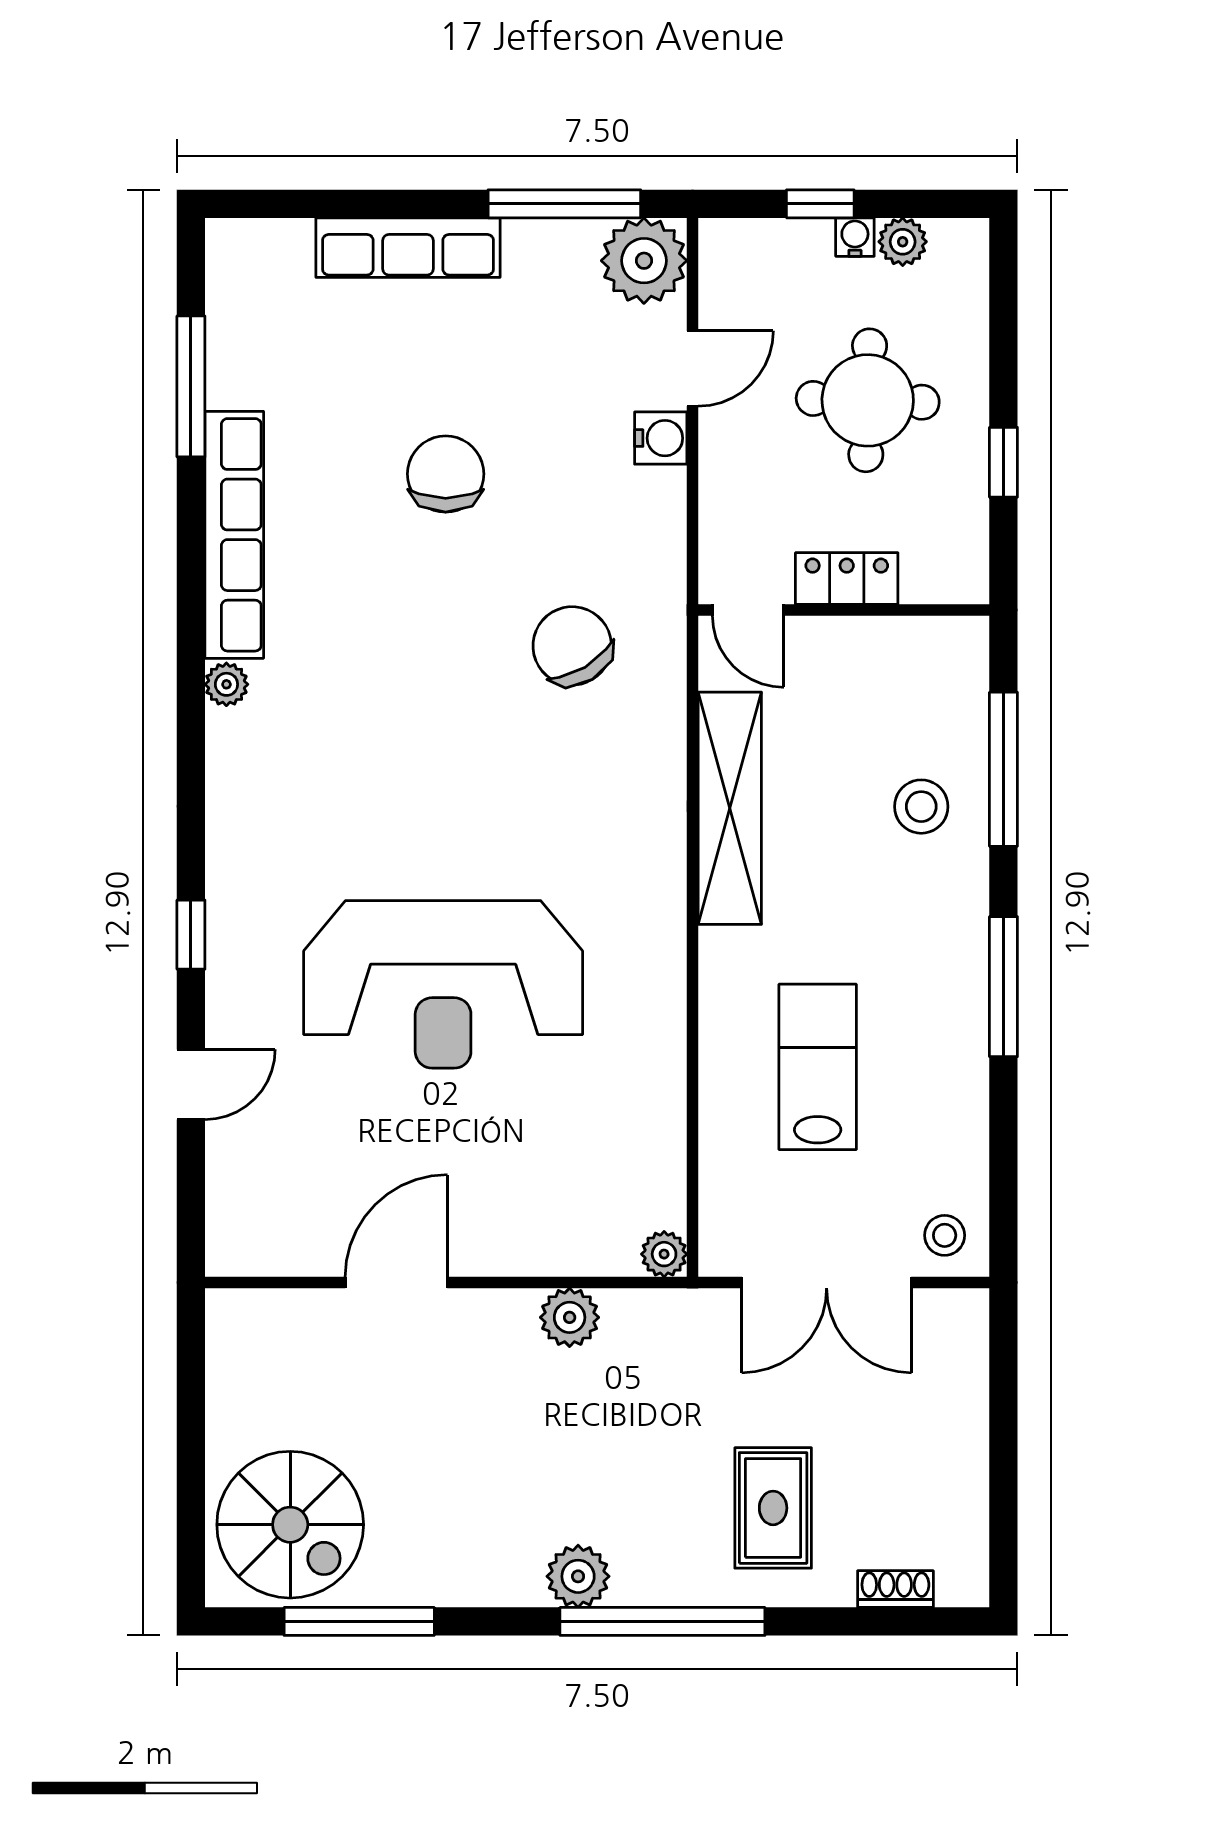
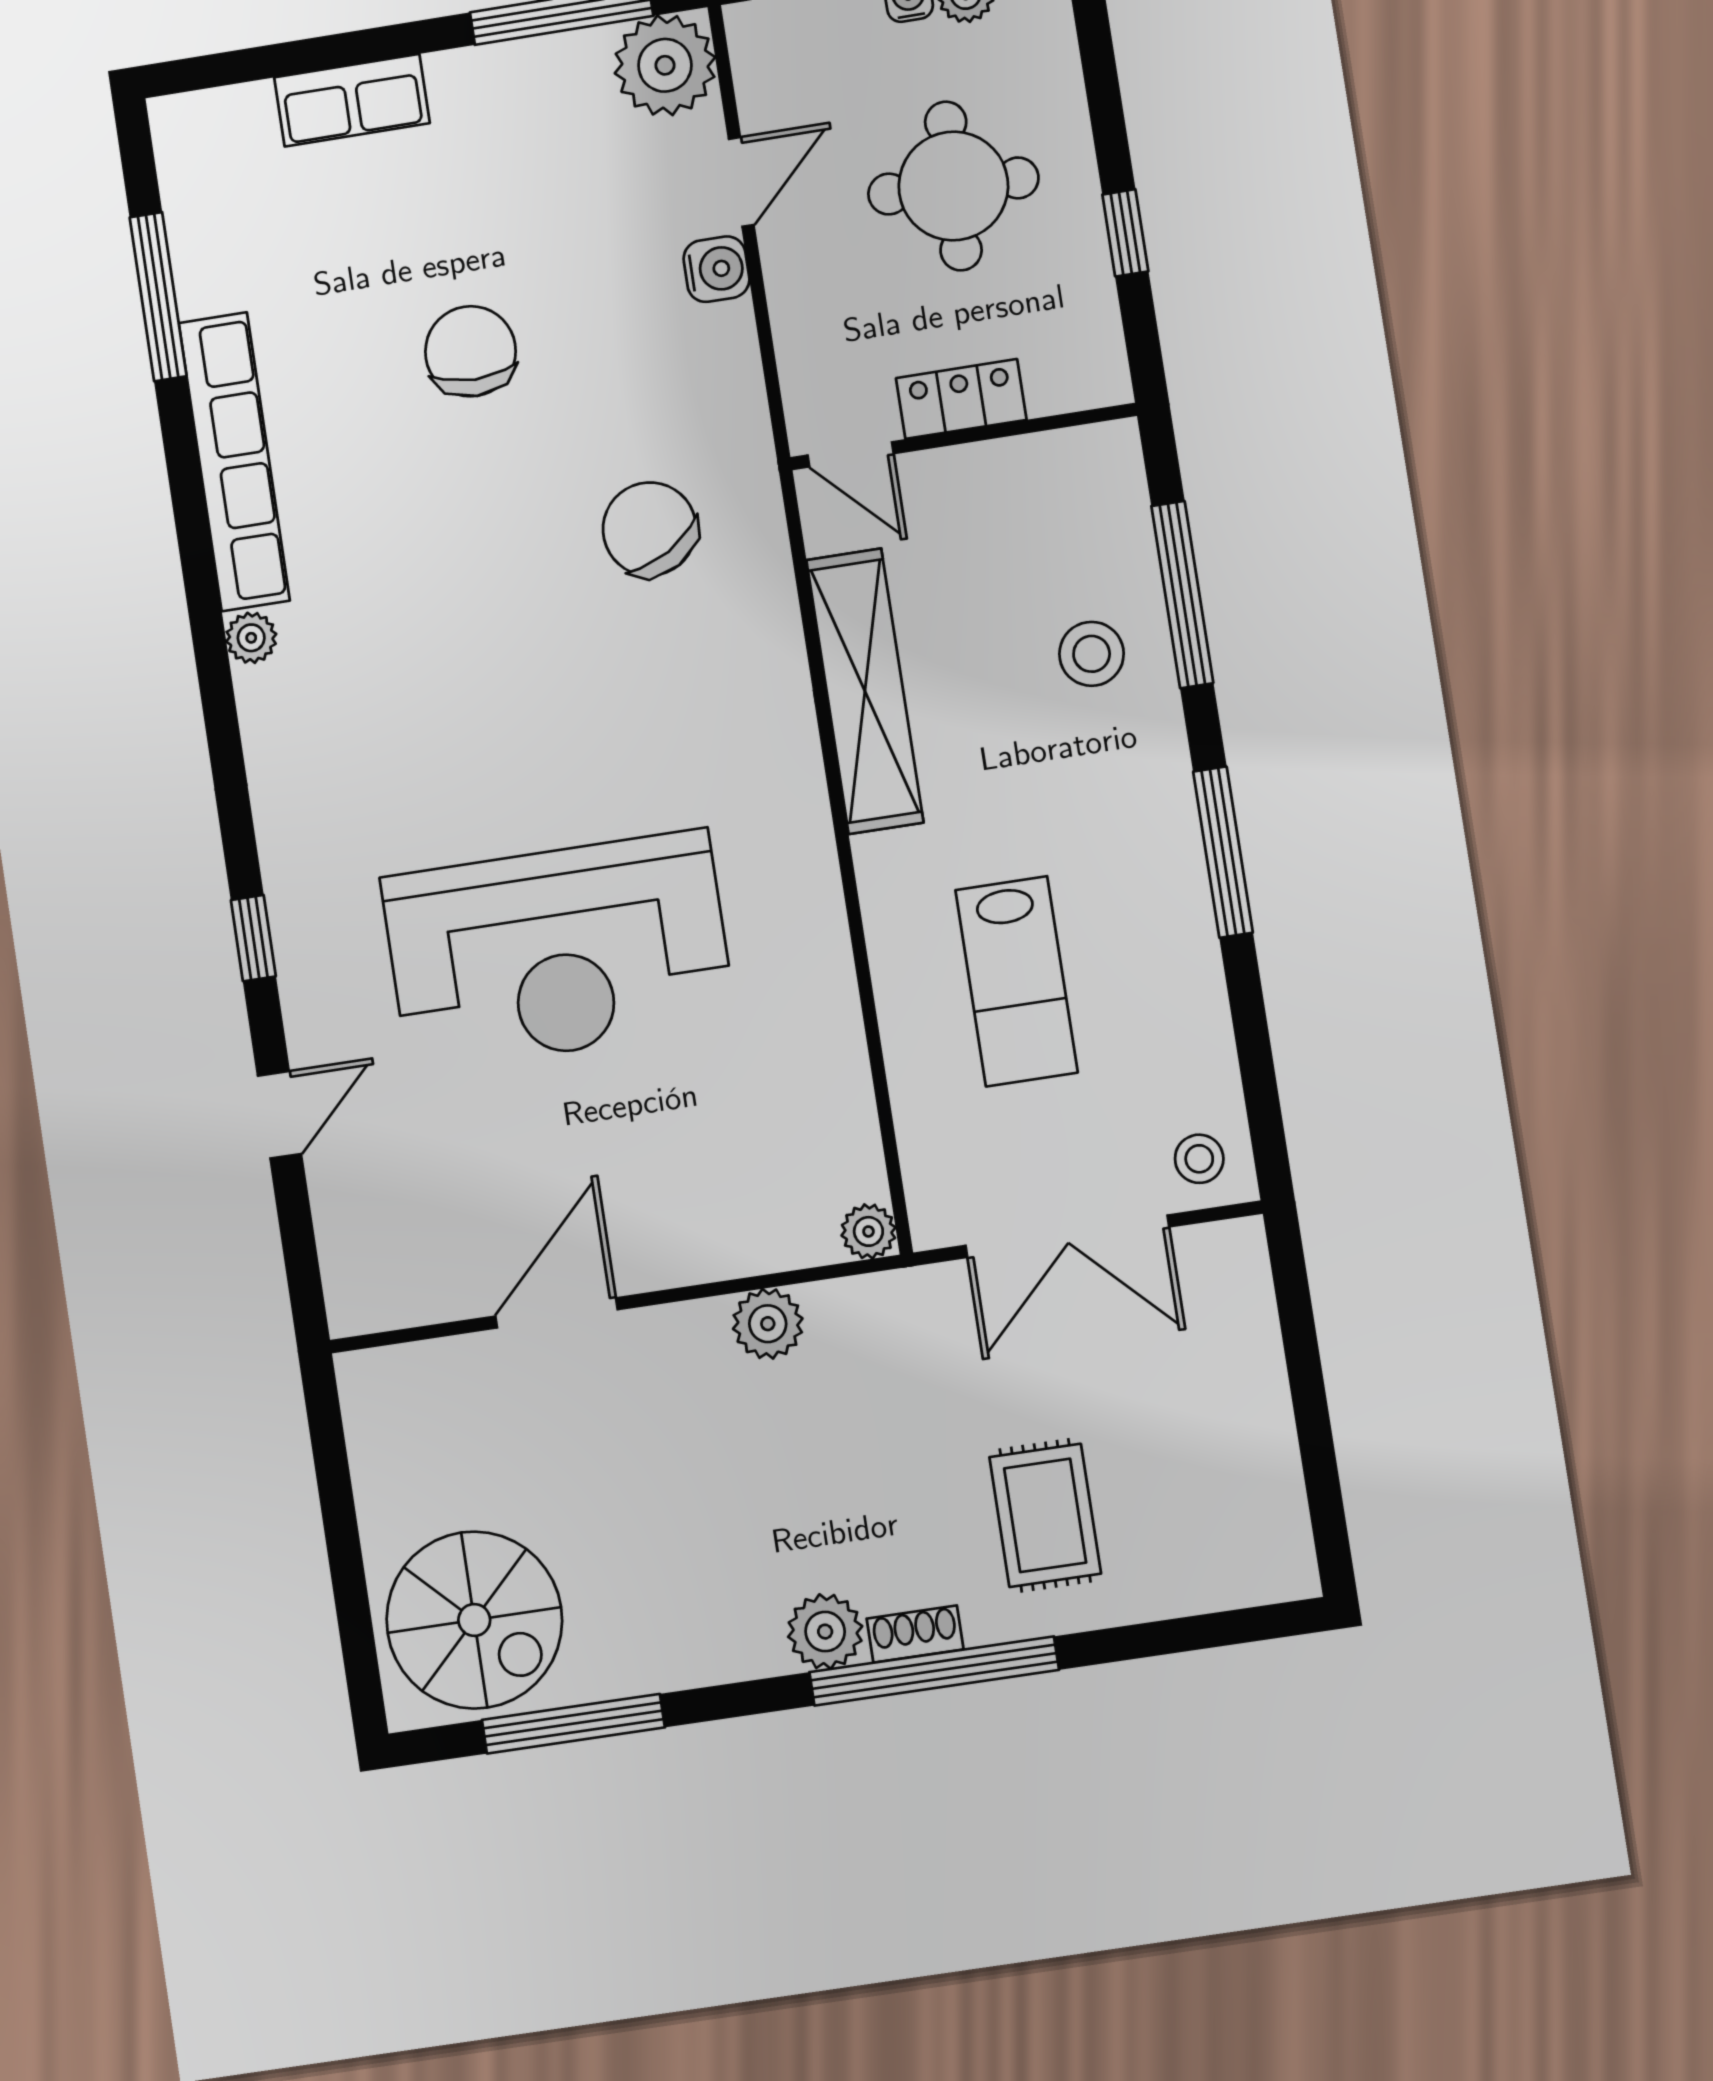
row of seats: (408, 248) -> (352, 100), width x0.68
lab bench: (818, 1067) -> (1016, 981), turned 180
shoe rack: (895, 1589) -> (915, 1634), moved

